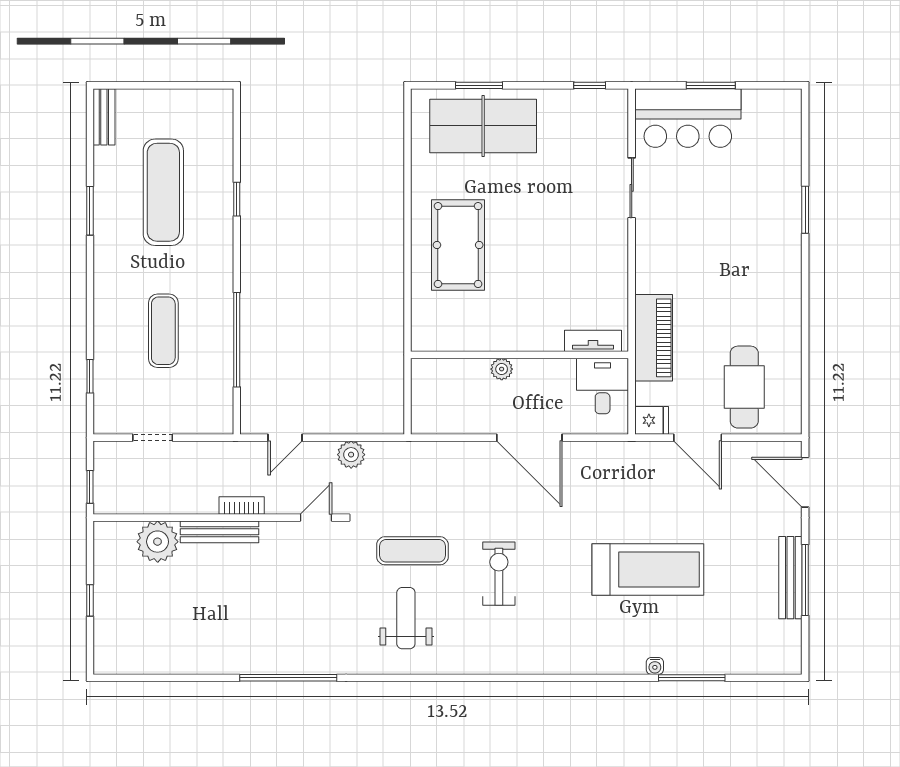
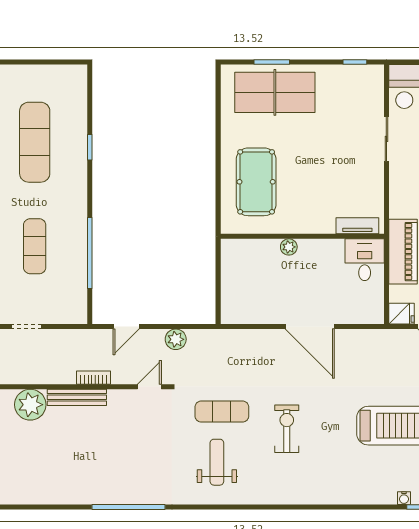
tv unit: (593, 341) -> (357, 226), moved
wall: (520, 355) -> (302, 236), moved
plant: (502, 369) -> (289, 247), moved
desk: (603, 386) -> (365, 260), moved

